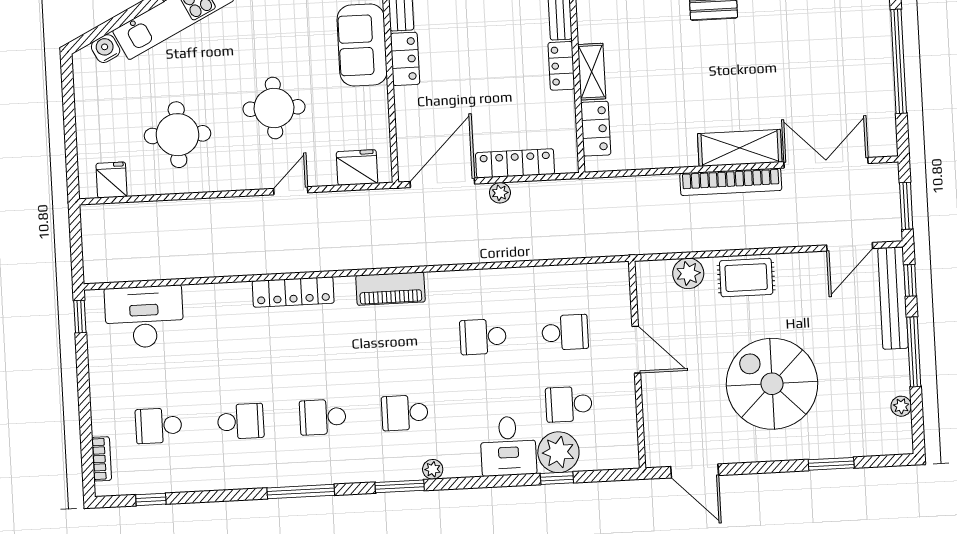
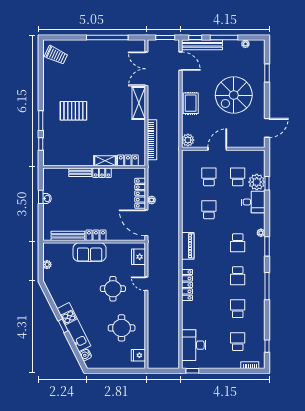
bookcase: (731, 182) -> (152, 140), moved
plant: (688, 273) -> (188, 140), moved
school desk: (483, 337) -> (209, 210), turned 180
school desk: (569, 404) -> (238, 177), turned 180
school desk: (159, 426) -> (238, 342), turned 180

